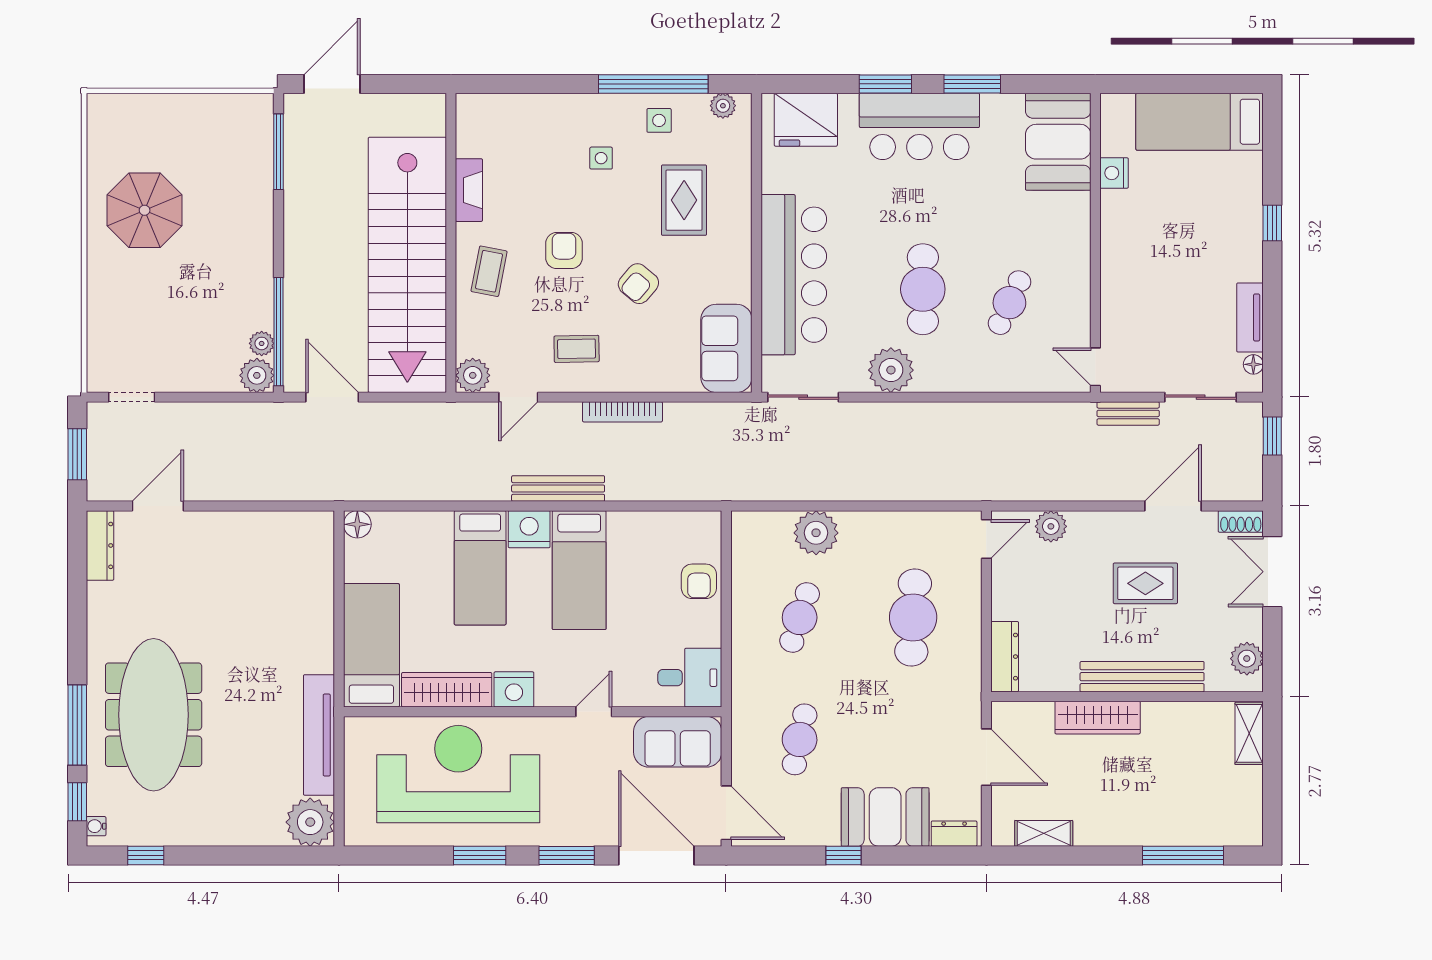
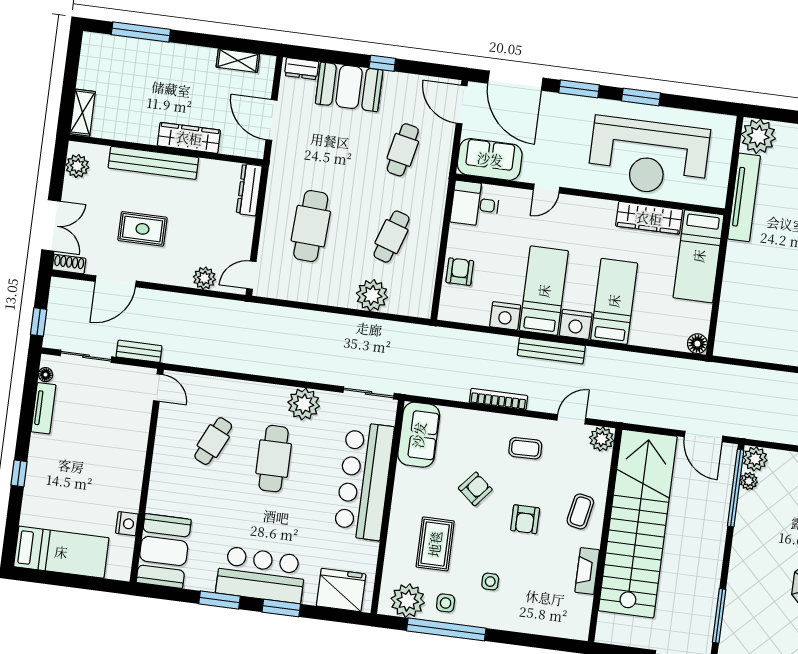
plant: (723, 106) -> (408, 601), width x1.87, depth x1.87
nightstand: (514, 689) -> (505, 316), moved, turned 180

